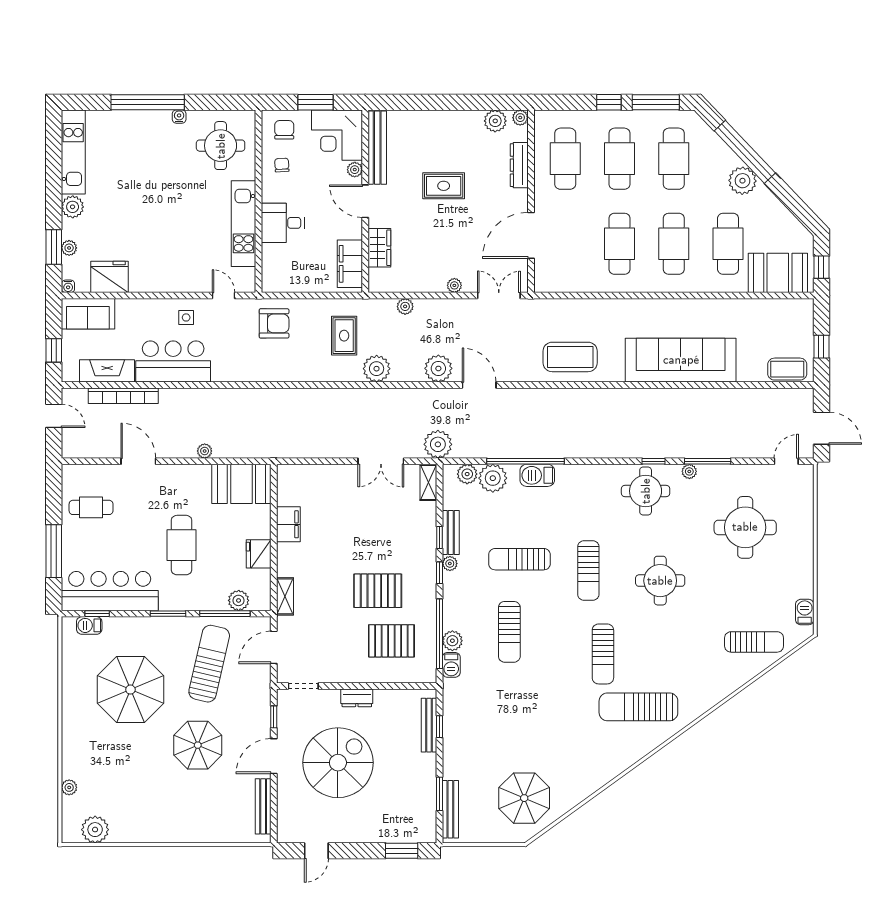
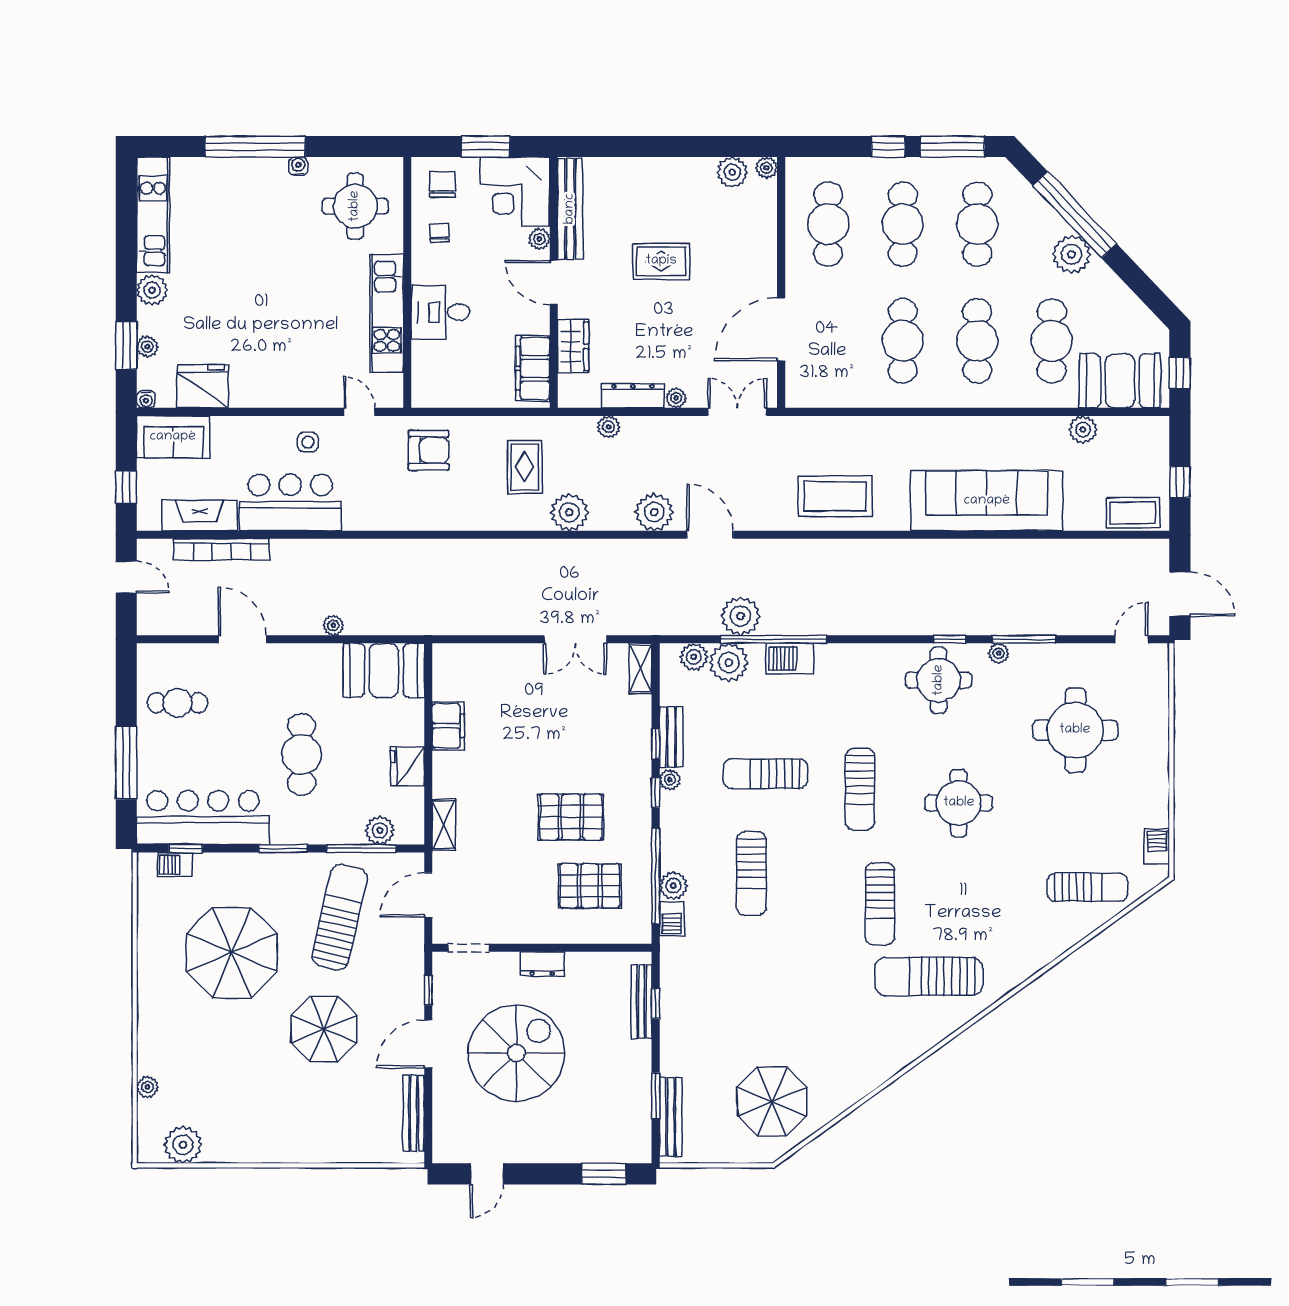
dresser: (519, 165) -> (633, 396), moved, turned 90
plant: (751, 308) -> (1083, 430), added
plant: (438, 444) -> (741, 616), moved

